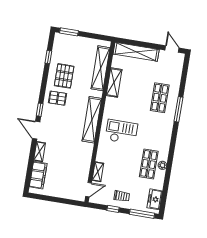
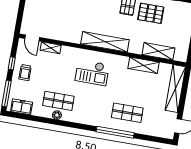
shelving: (101, 68) -> (158, 51), width x0.68
window: (178, 109) -> (115, 132), width x1.46
checkout: (121, 132) -> (92, 73), turned 90

